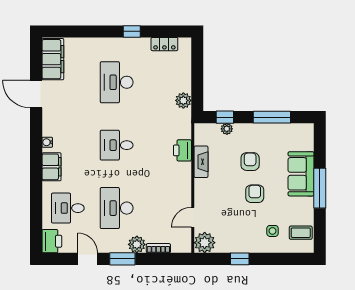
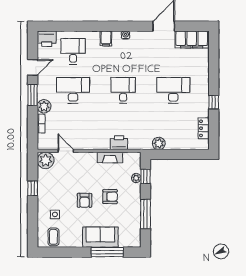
filing cabinet: (52, 167) -> (106, 38), width x0.50
window: (320, 188) -> (107, 252), moved
armchair: (255, 194) -> (85, 200), turned 90

